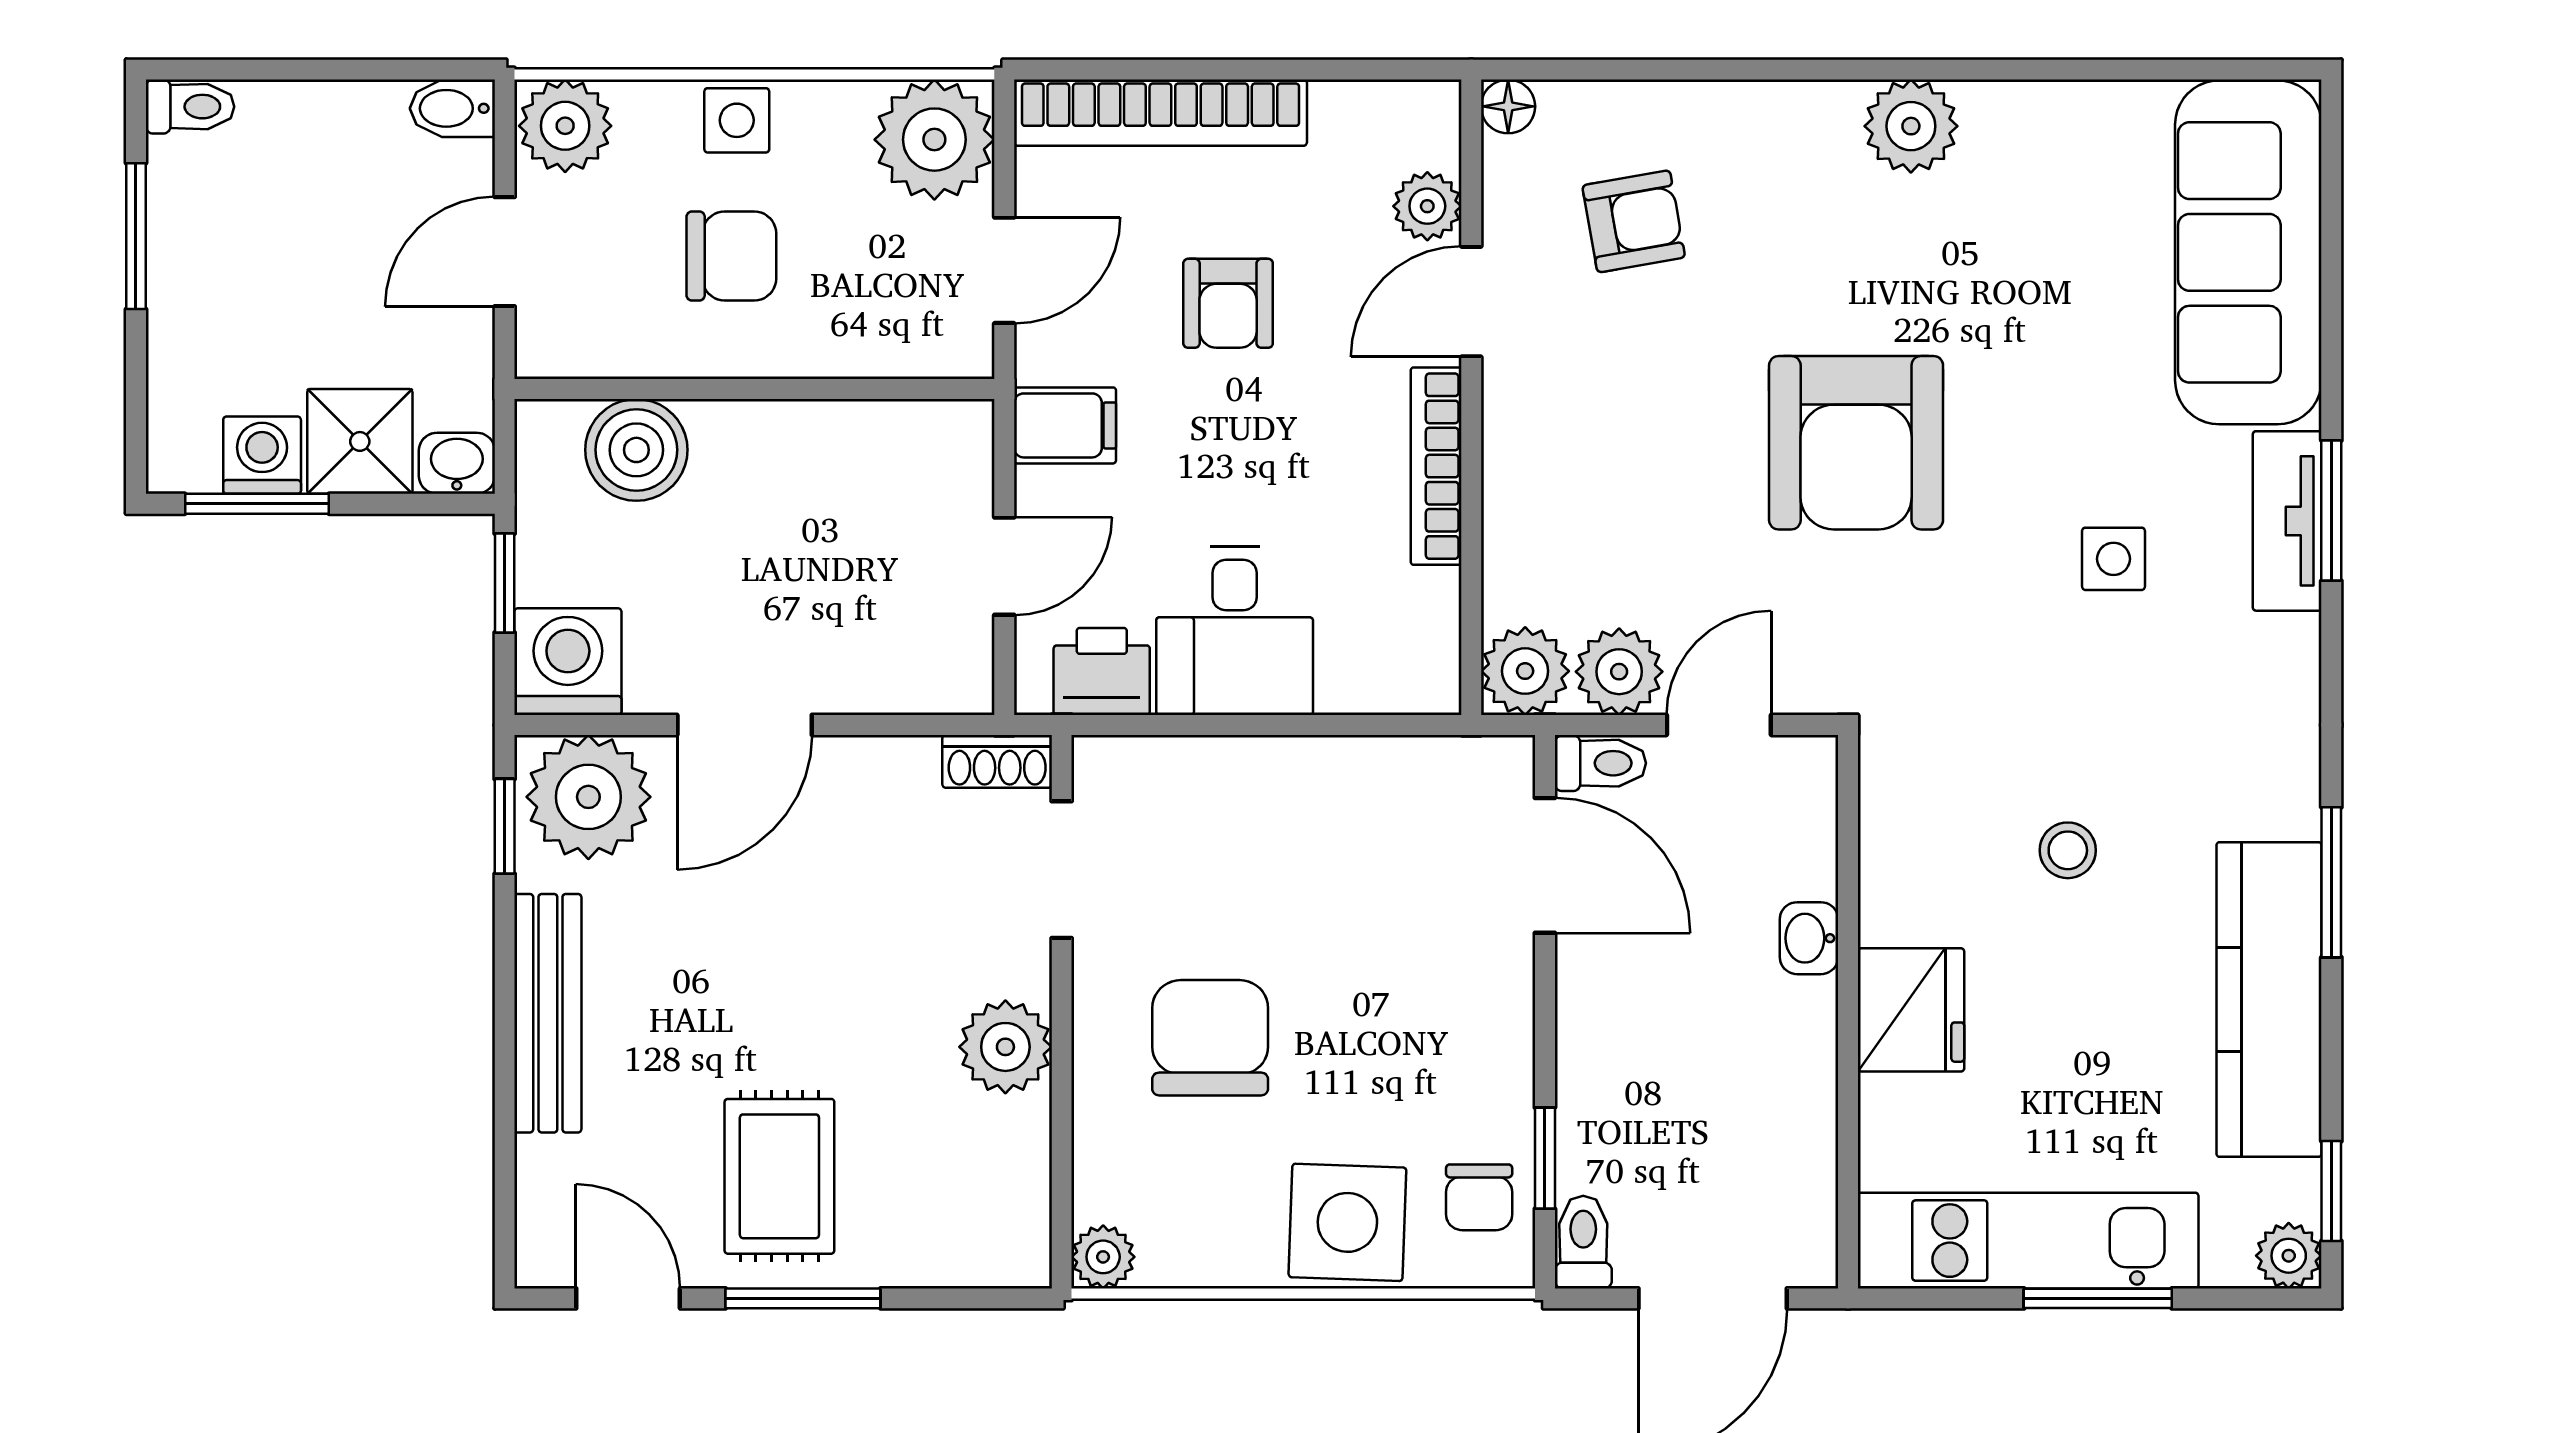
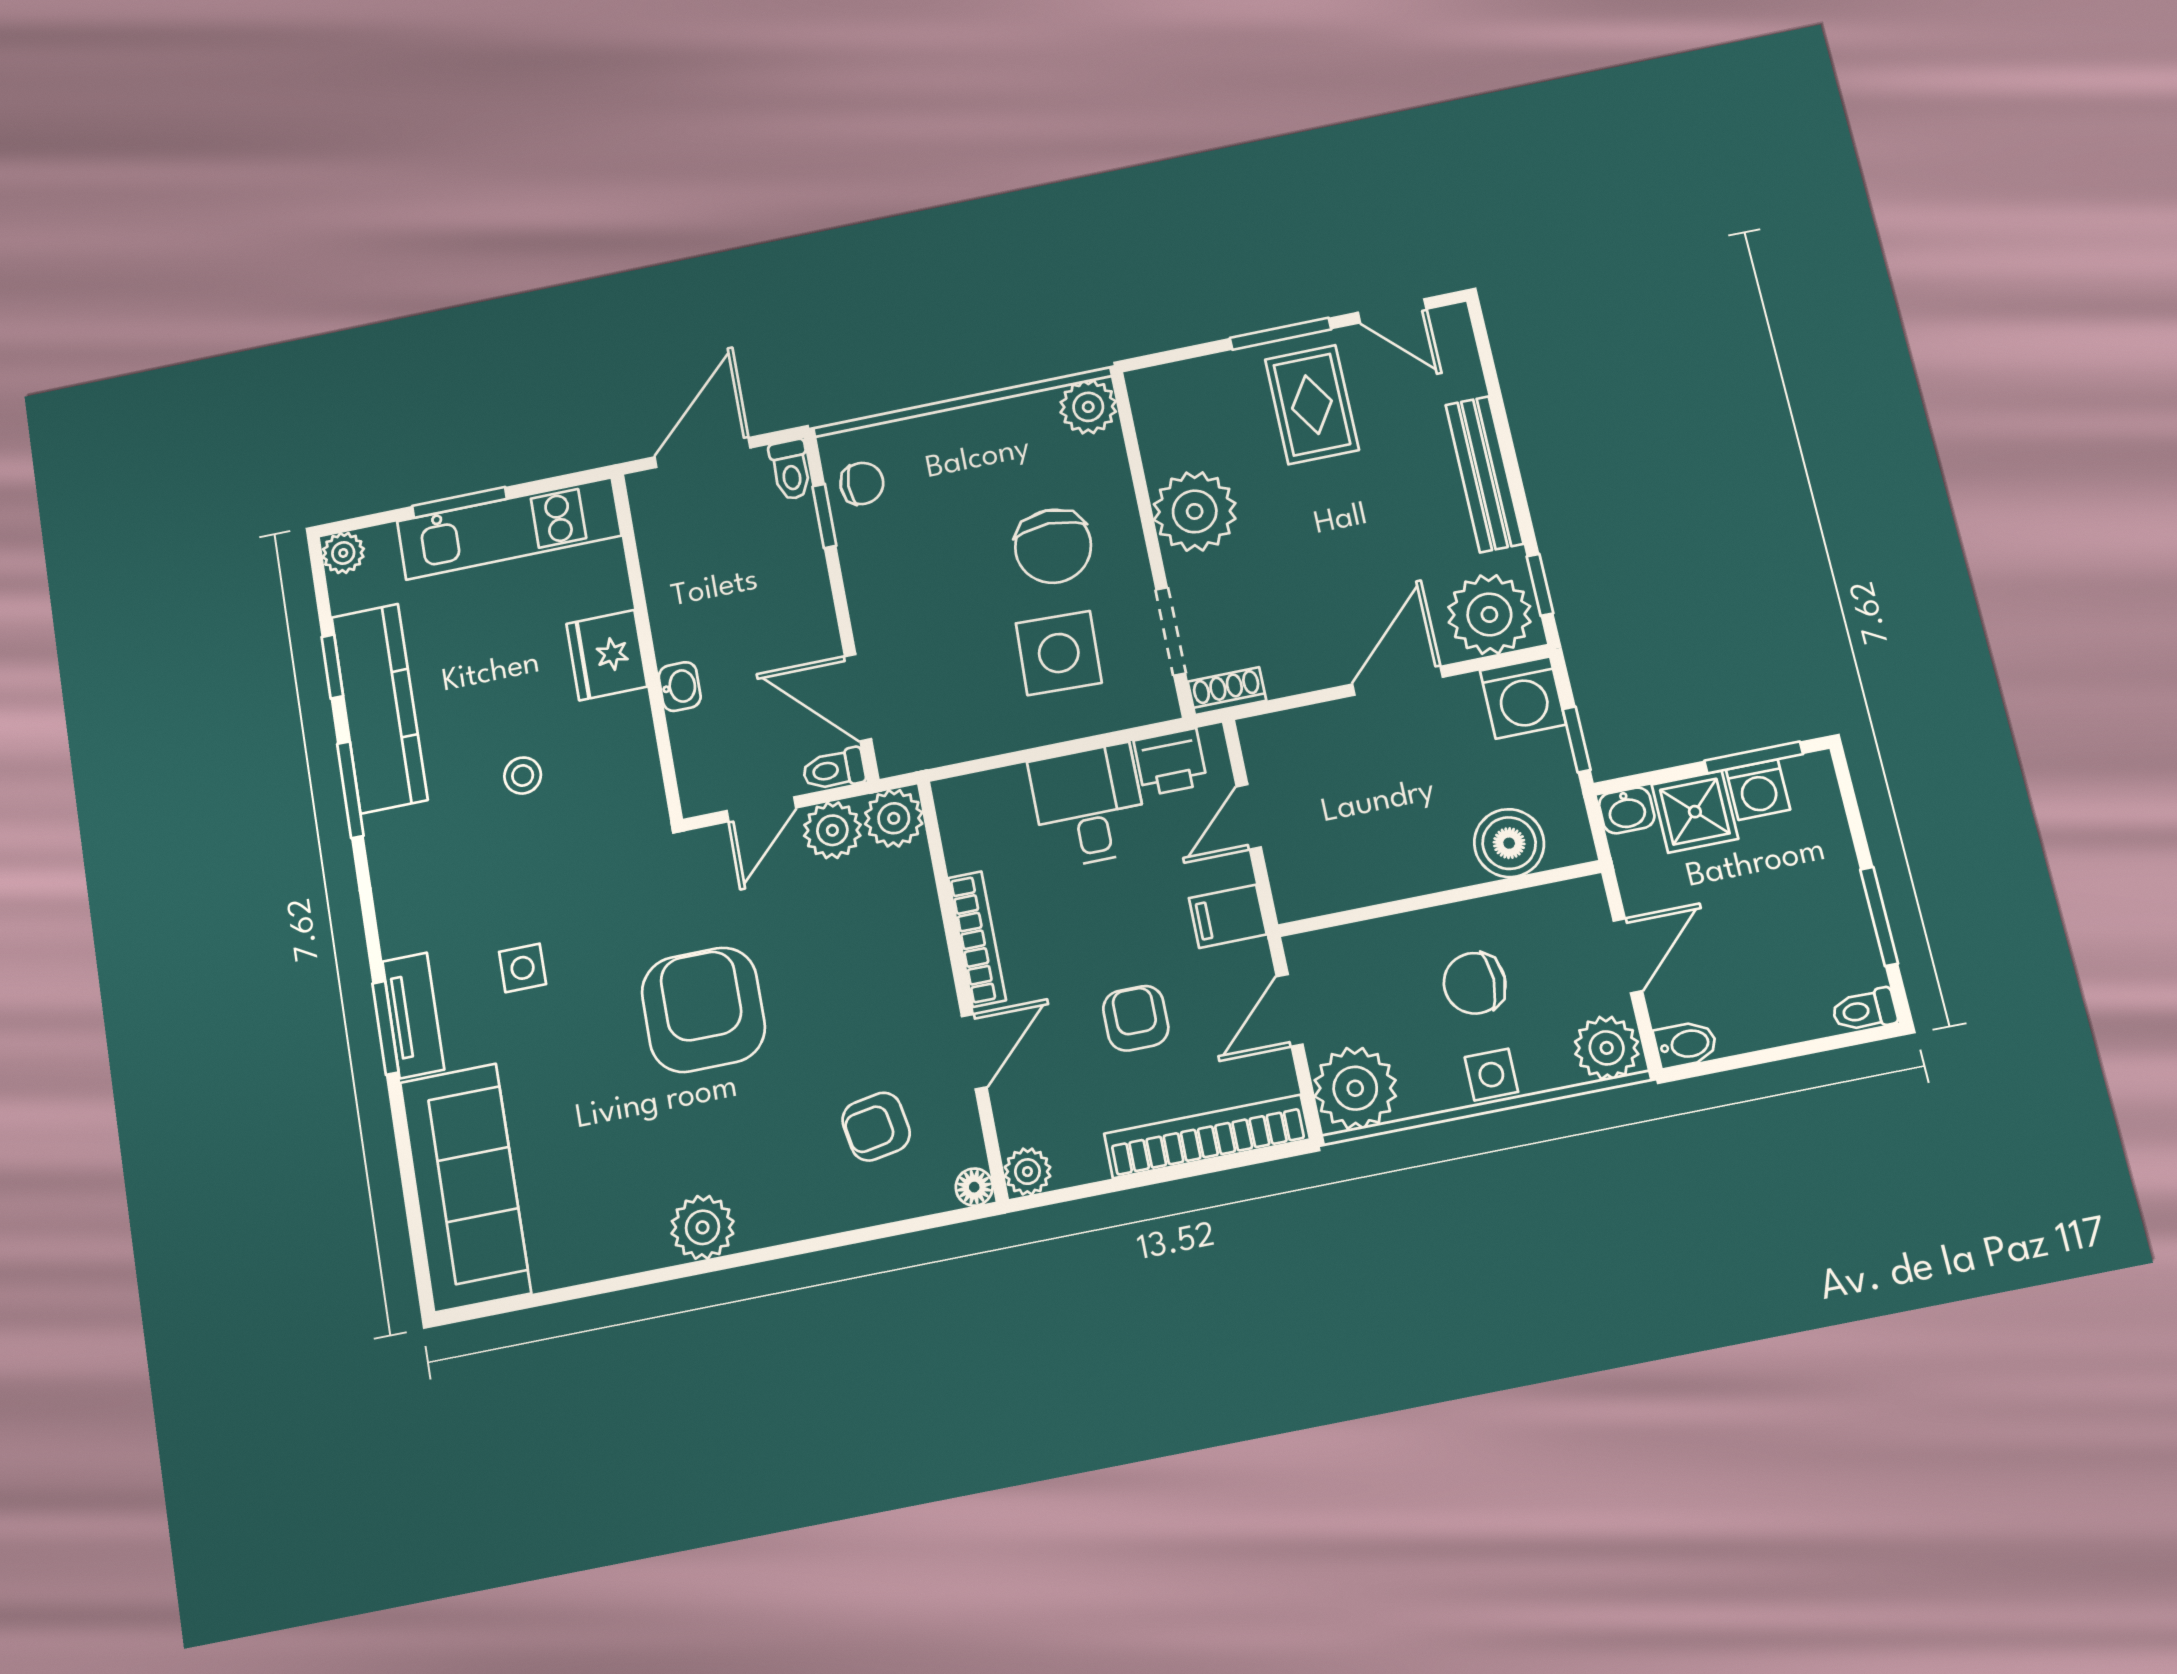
plant: (1427, 206) -> (1027, 1172), moved
plant: (1005, 1047) -> (1195, 511), width x1.36, depth x1.36
window: (2331, 1191) -> (332, 667), moved
chair: (1479, 1197) -> (862, 483), turned 90
side table: (1347, 1222) -> (1059, 653), moved
plant: (1103, 1257) -> (1088, 407), width x1.38, depth x1.38

